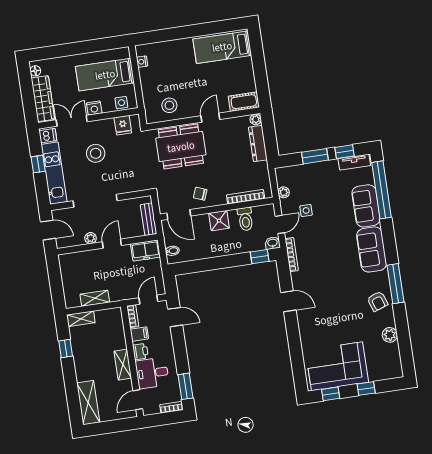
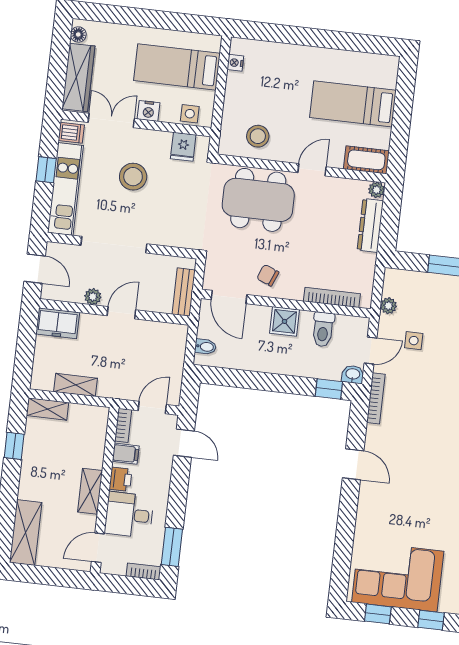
bed: (222, 47) -> (353, 104), moved
freezer: (145, 251) -> (58, 323), moved

